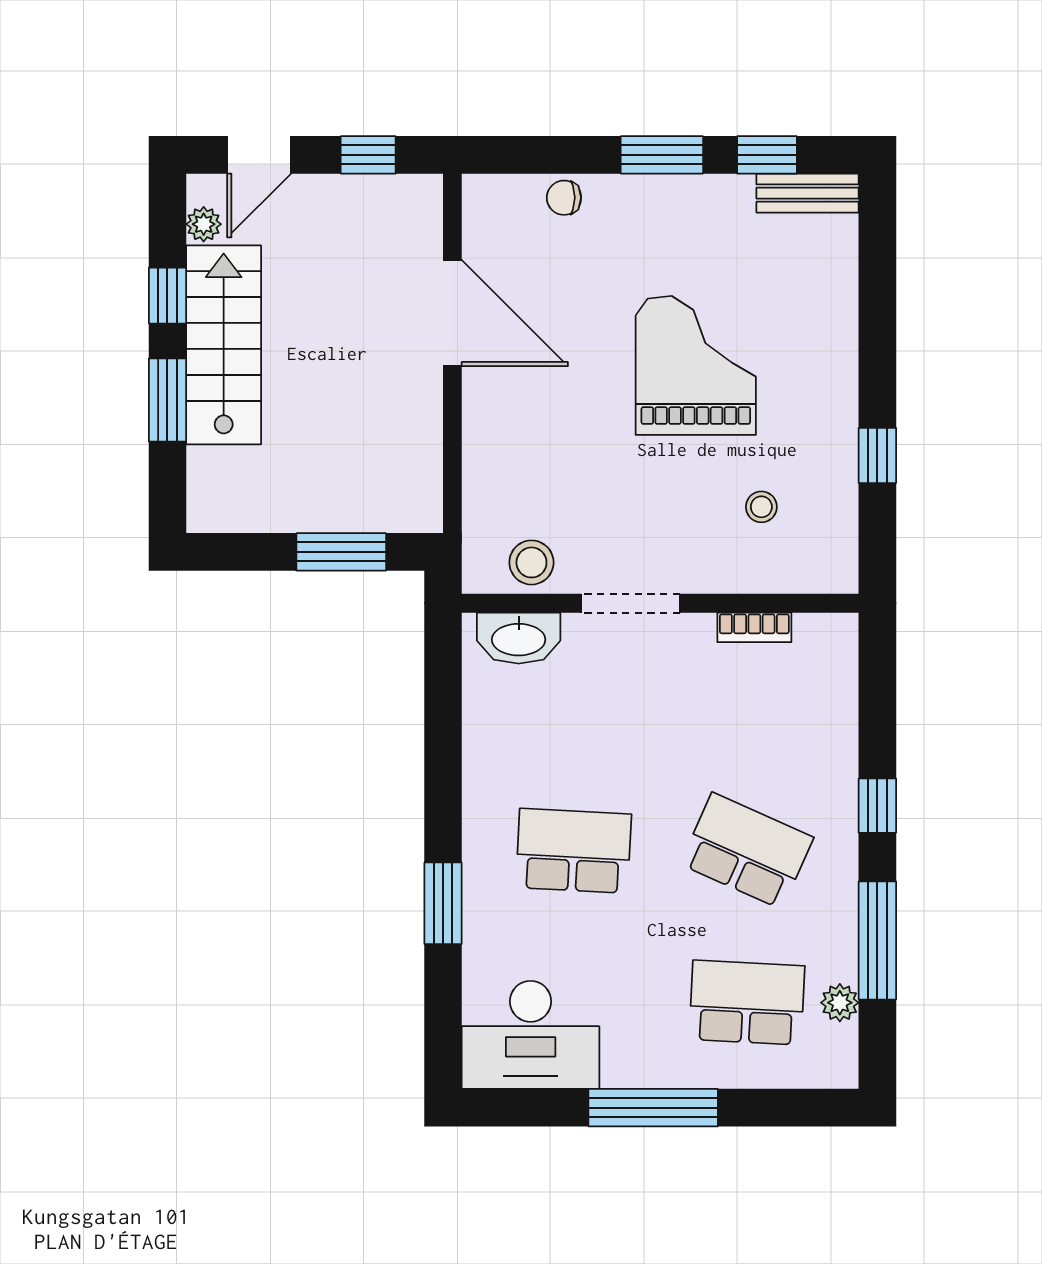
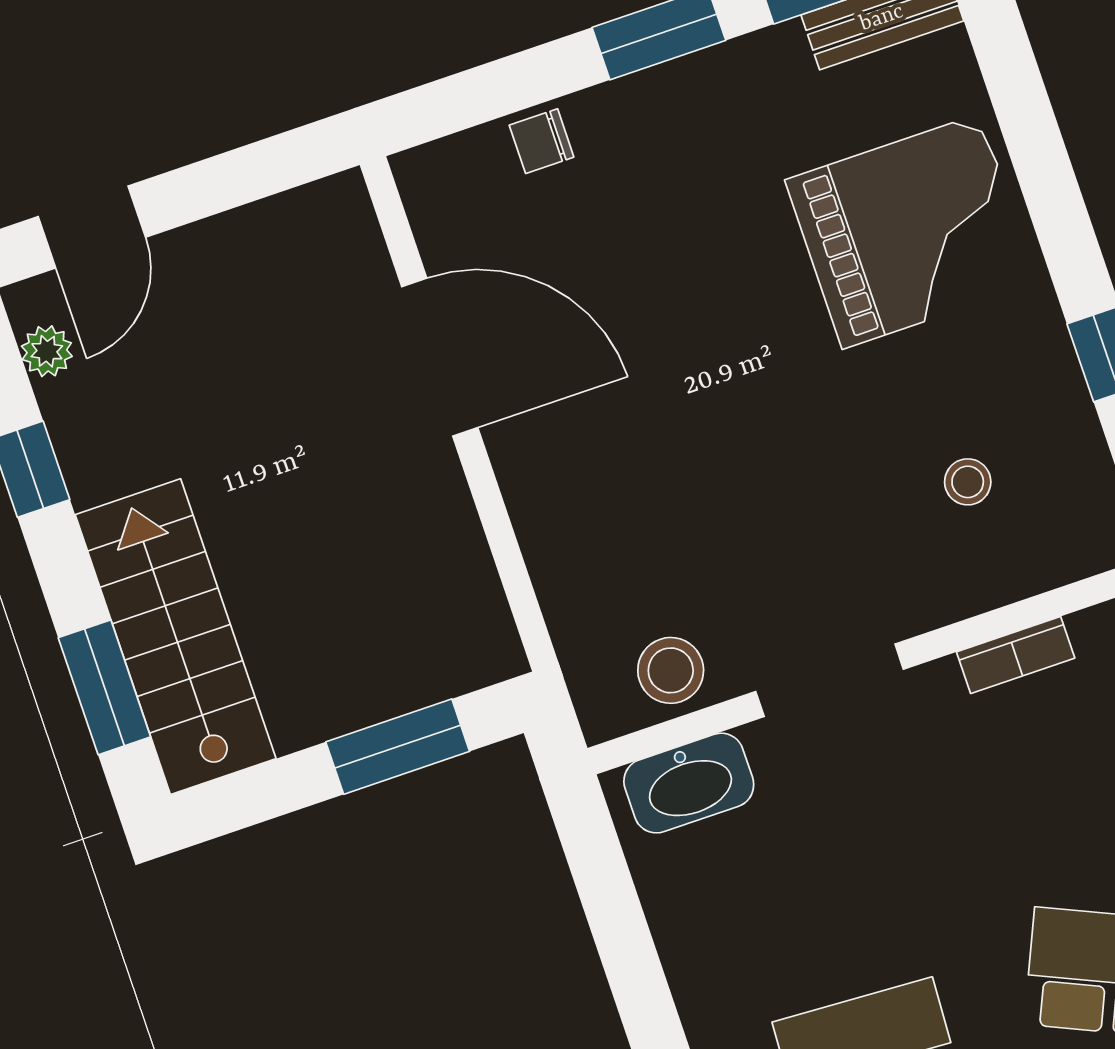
window: (368, 155) -> (245, 175), removed
stairs: (224, 345) -> (176, 637), moved
grand piano: (696, 365) -> (911, 231), moved, turned 90
window: (167, 400) -> (104, 687), moved

